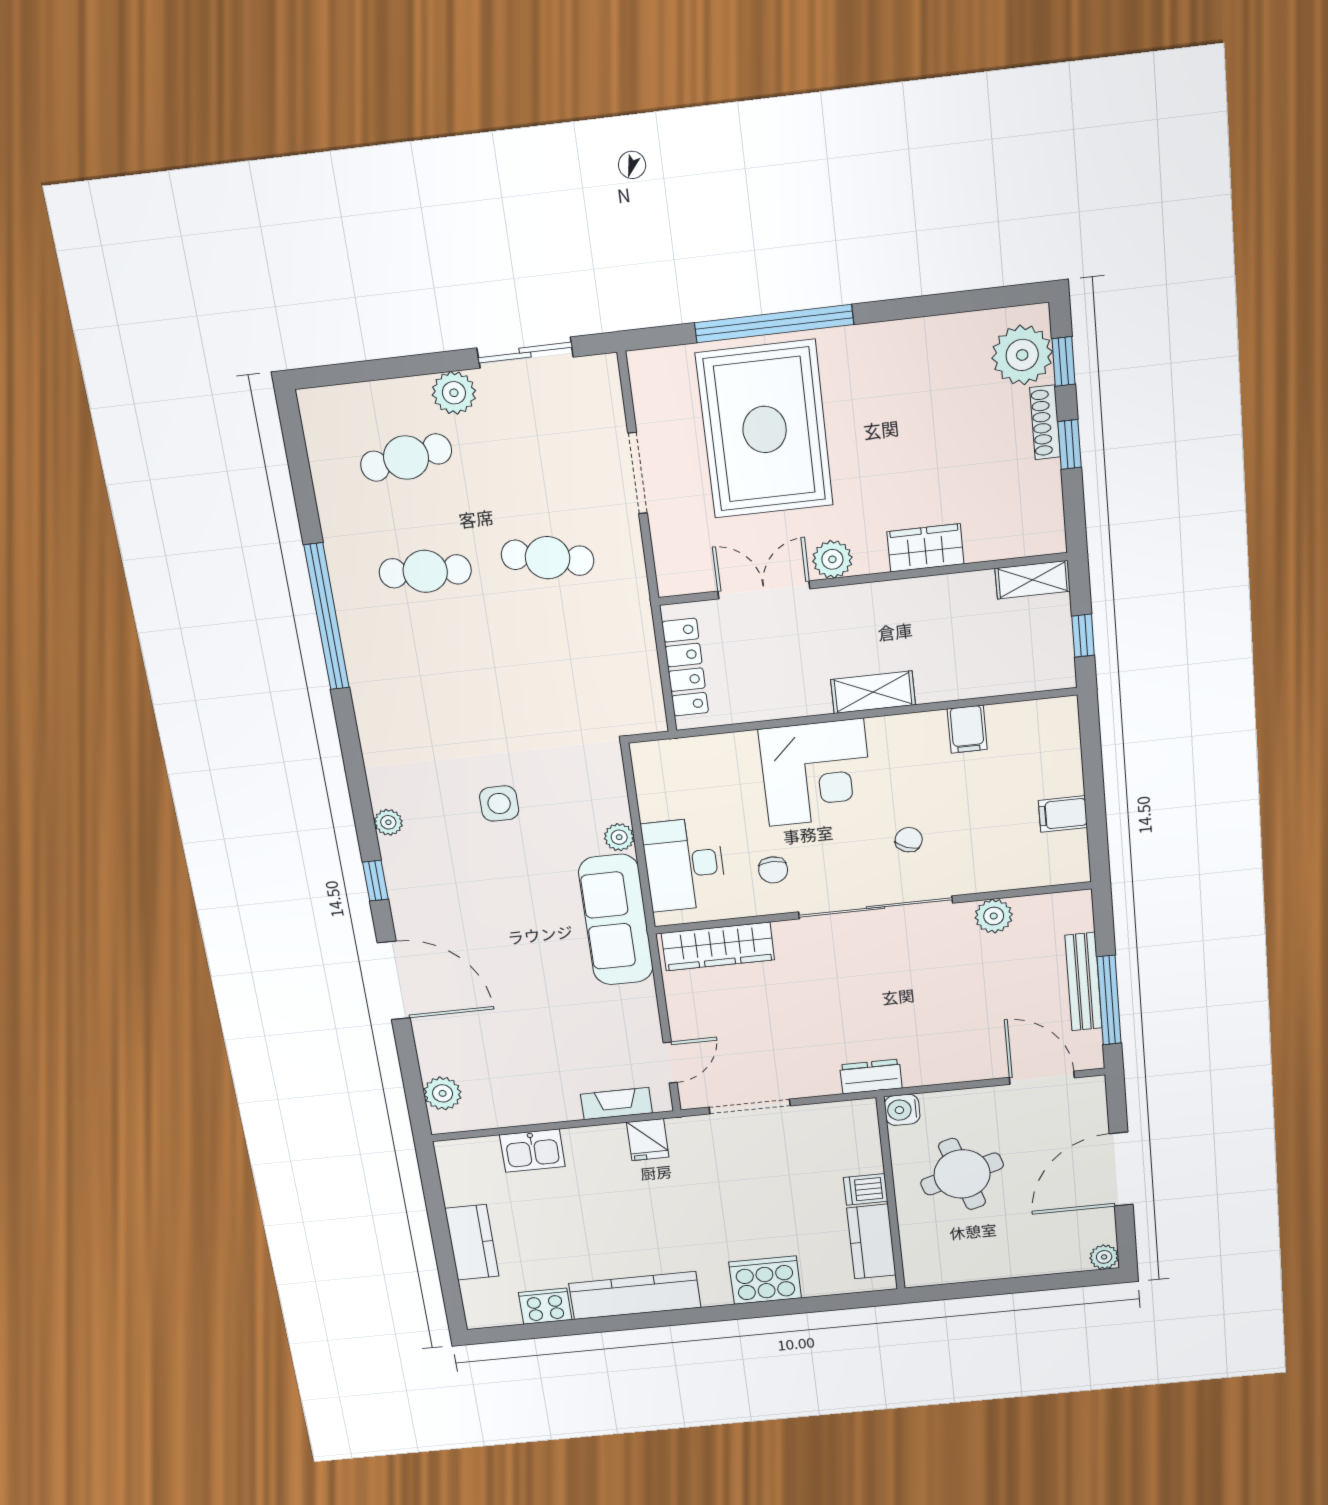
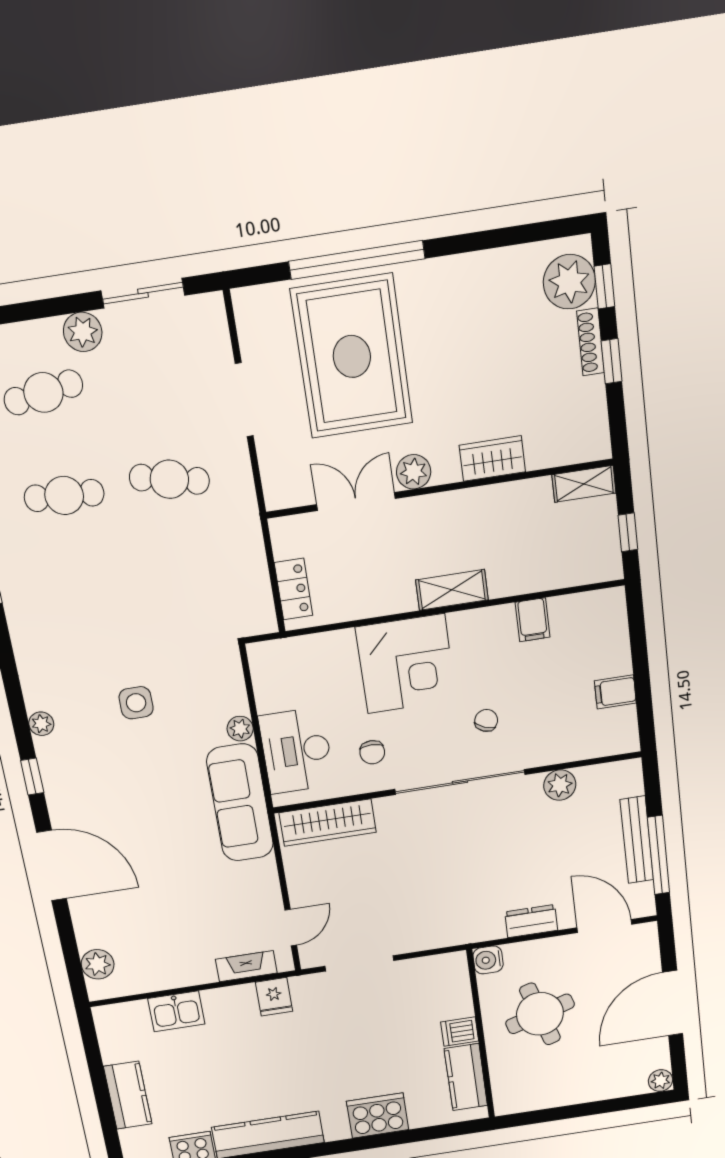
locker: (685, 667) -> (294, 589), width x0.66
dresser: (871, 1077) -> (531, 921), moved

